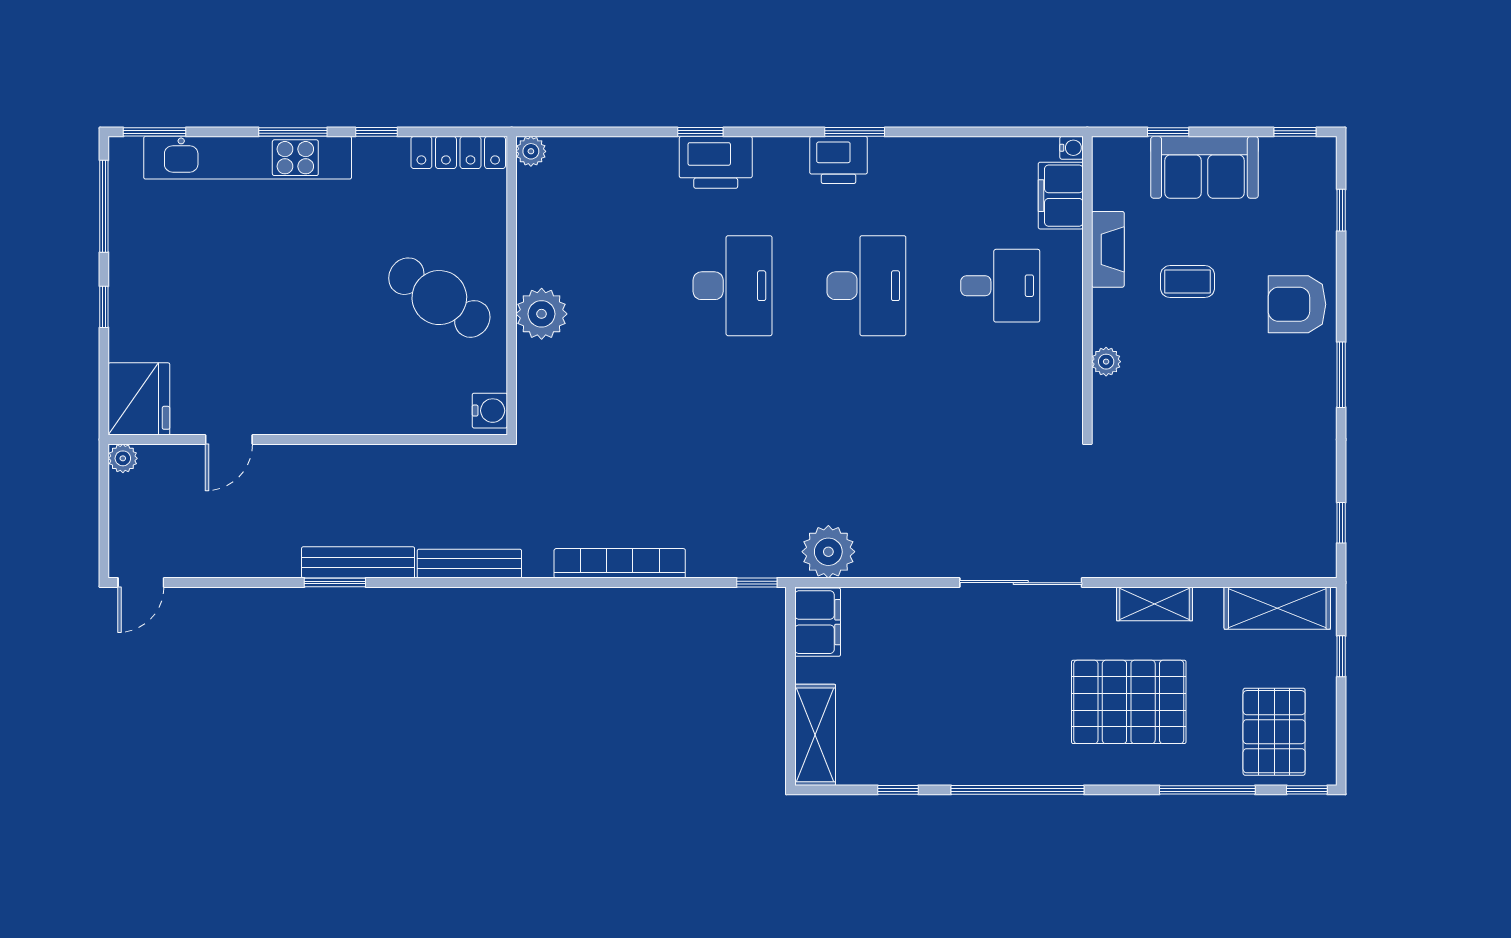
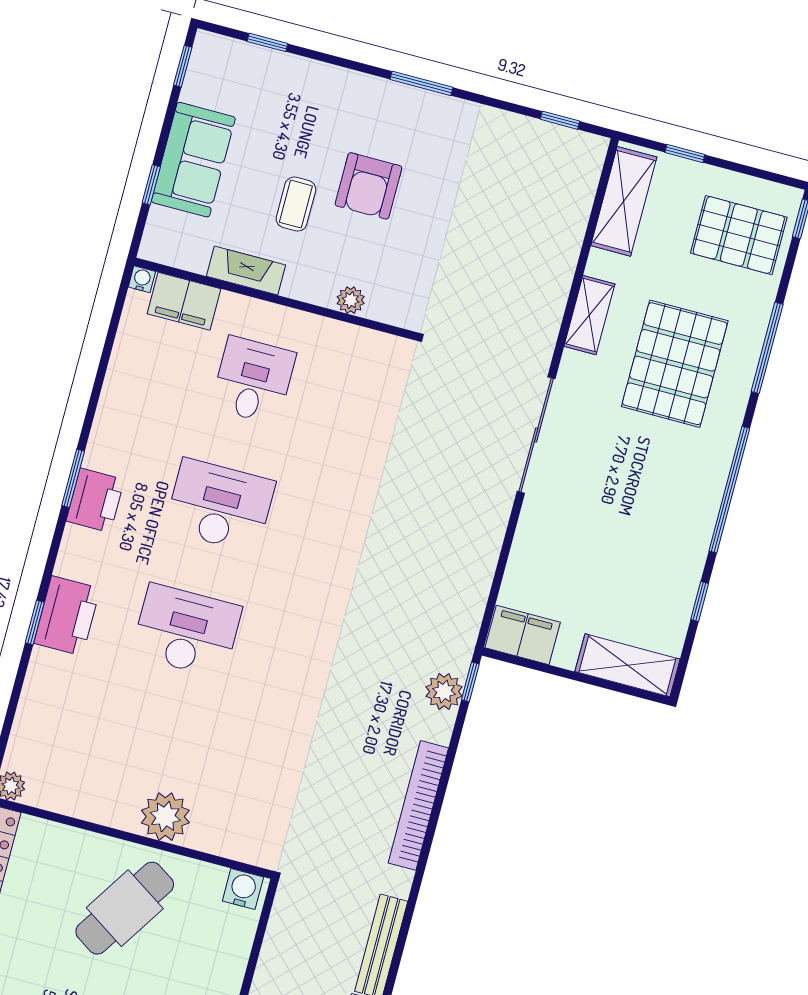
armchair: (1297, 304) -> (368, 186), moved
plant: (828, 552) -> (444, 692), moved, width x0.73, depth x0.73
window: (1207, 790) -> (767, 348), moved

